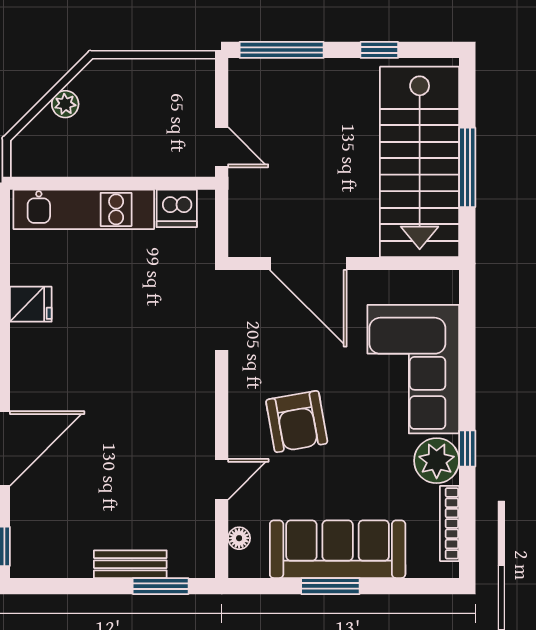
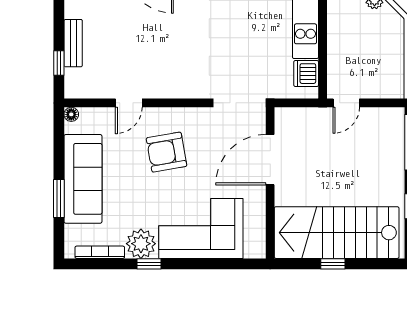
window: (467, 167) -> (333, 264), width x0.46
door: (222, 479) -> (129, 103), hinge flipped
floor lamp: (239, 538) -> (71, 114), moved
window: (161, 586) -> (59, 63), width x0.67
window: (330, 586) -> (59, 198), moved

